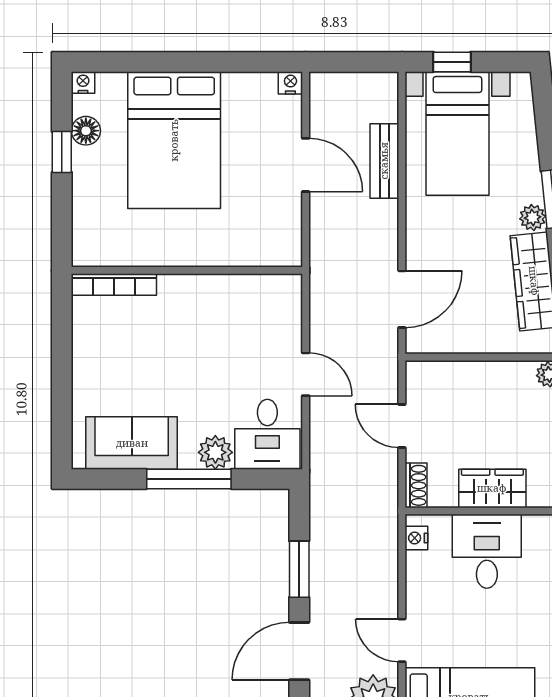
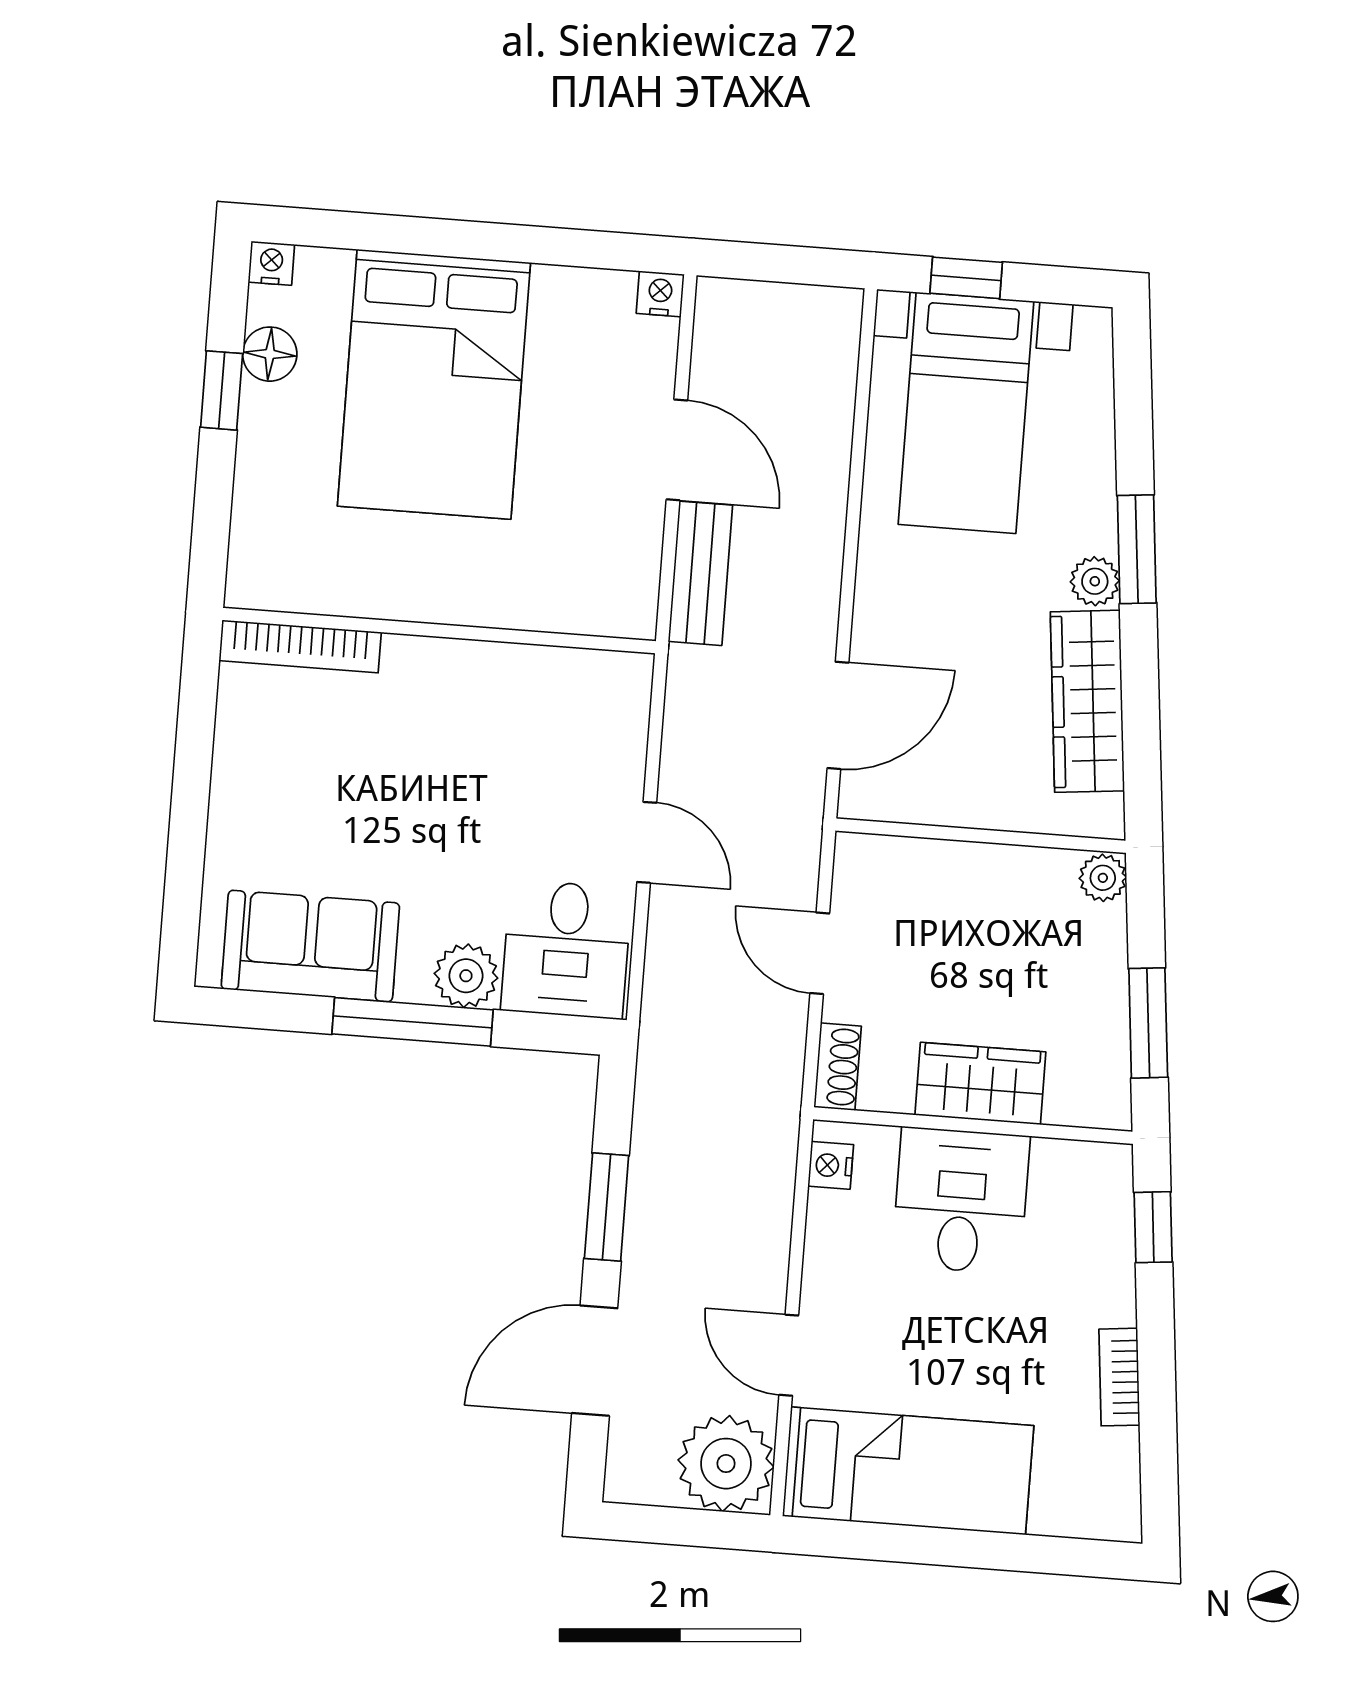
bench: (384, 161) -> (700, 573), moved

